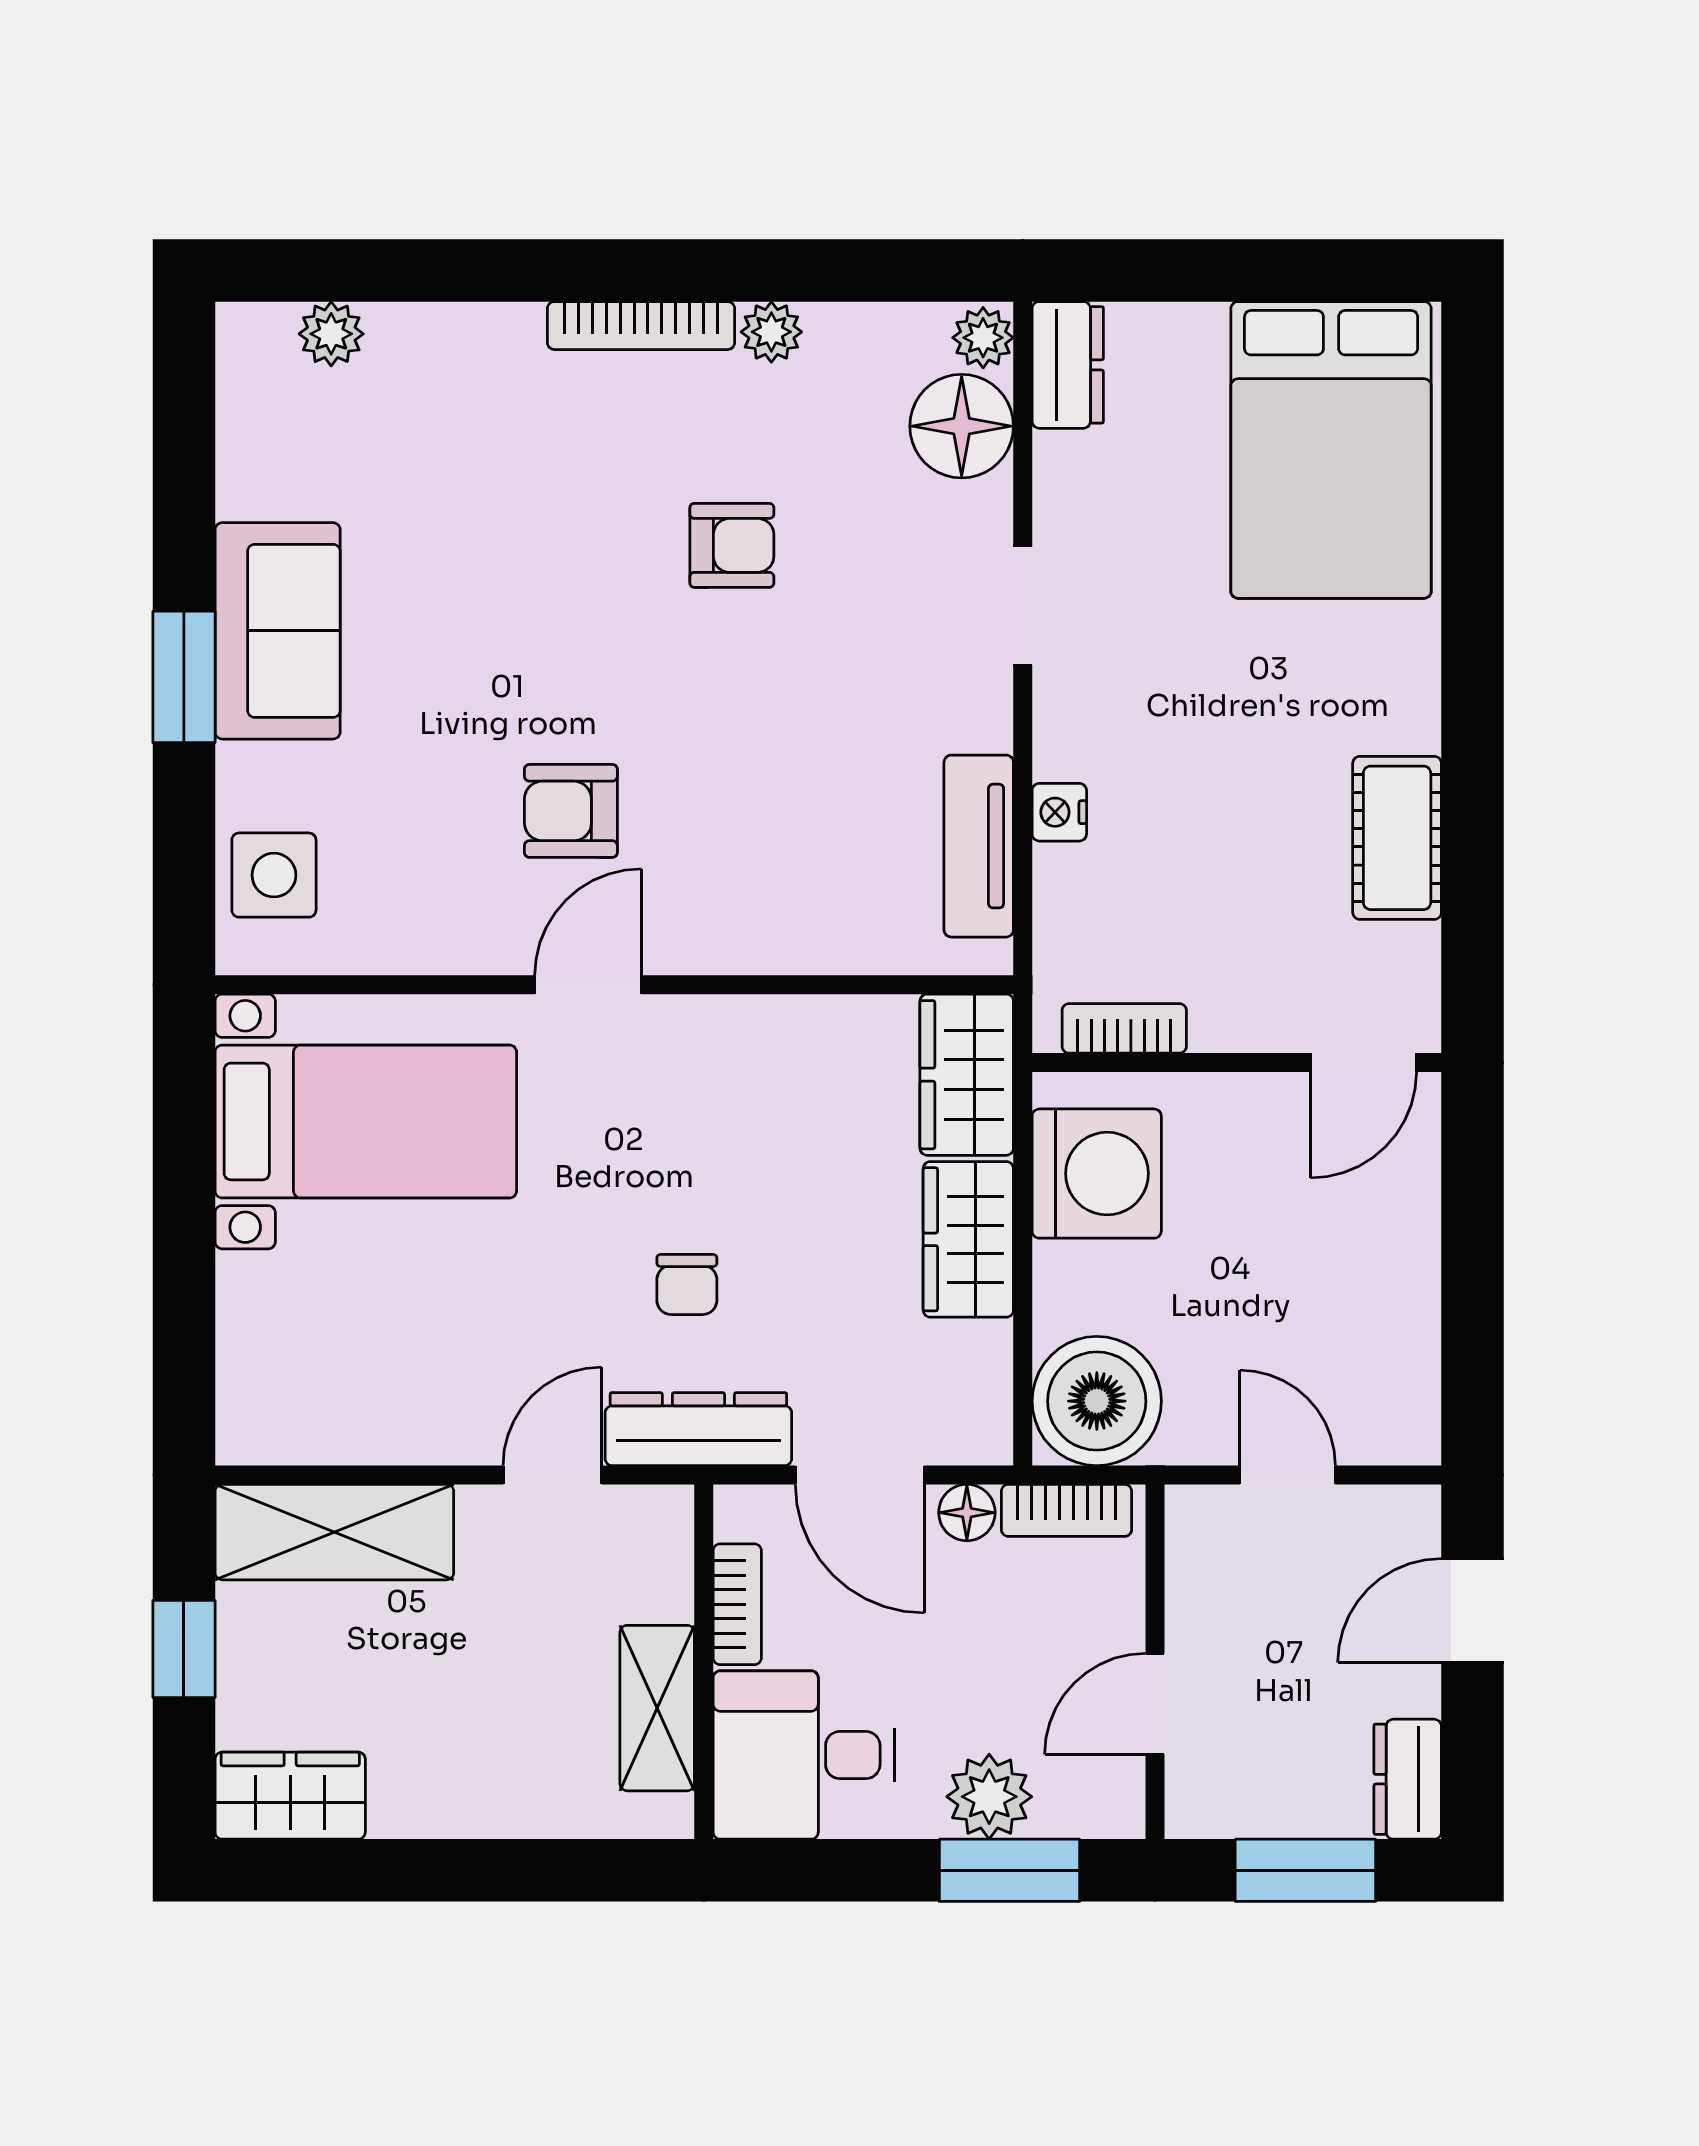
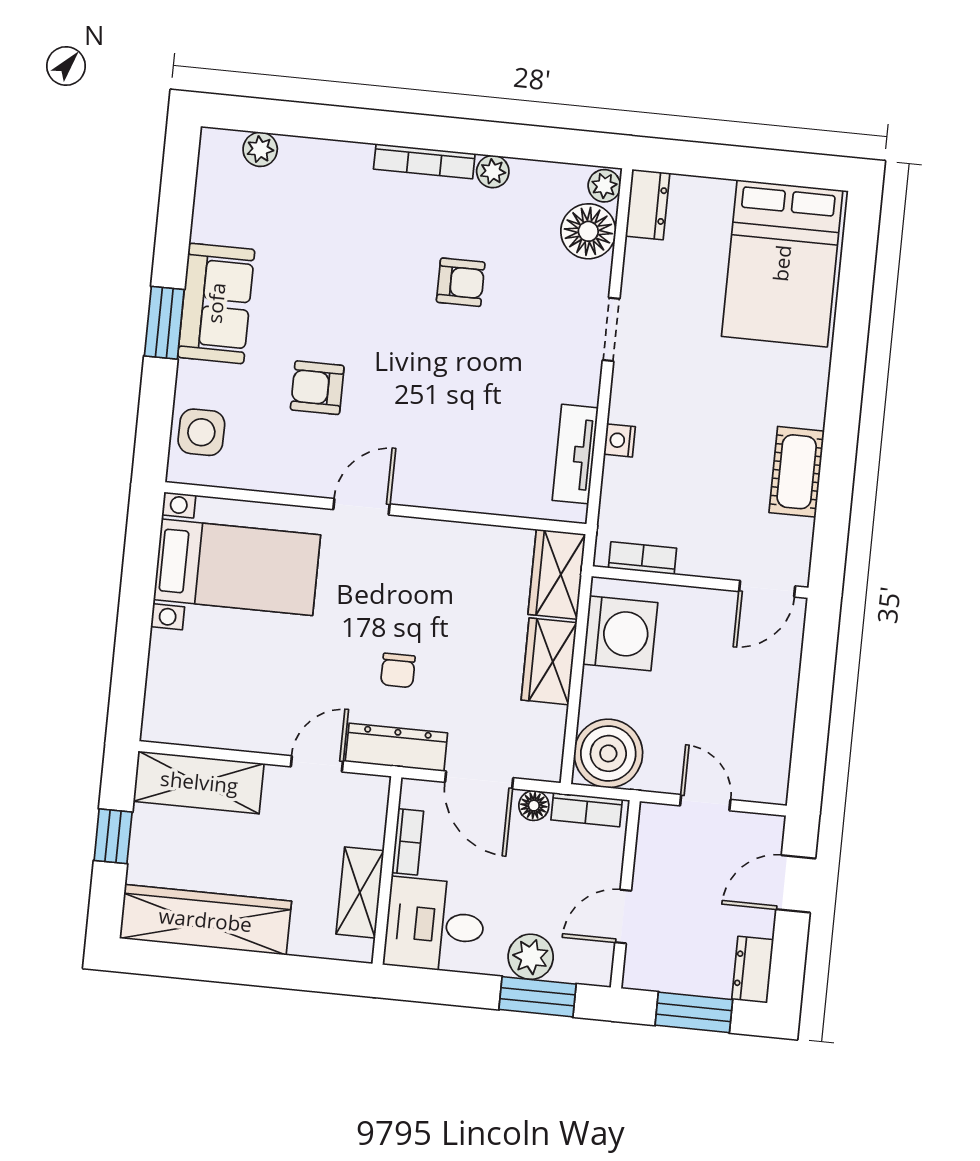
armchair: (571, 811) -> (317, 388), moved
wardrobe: (290, 1796) -> (205, 920), width x2.10, depth x1.17

